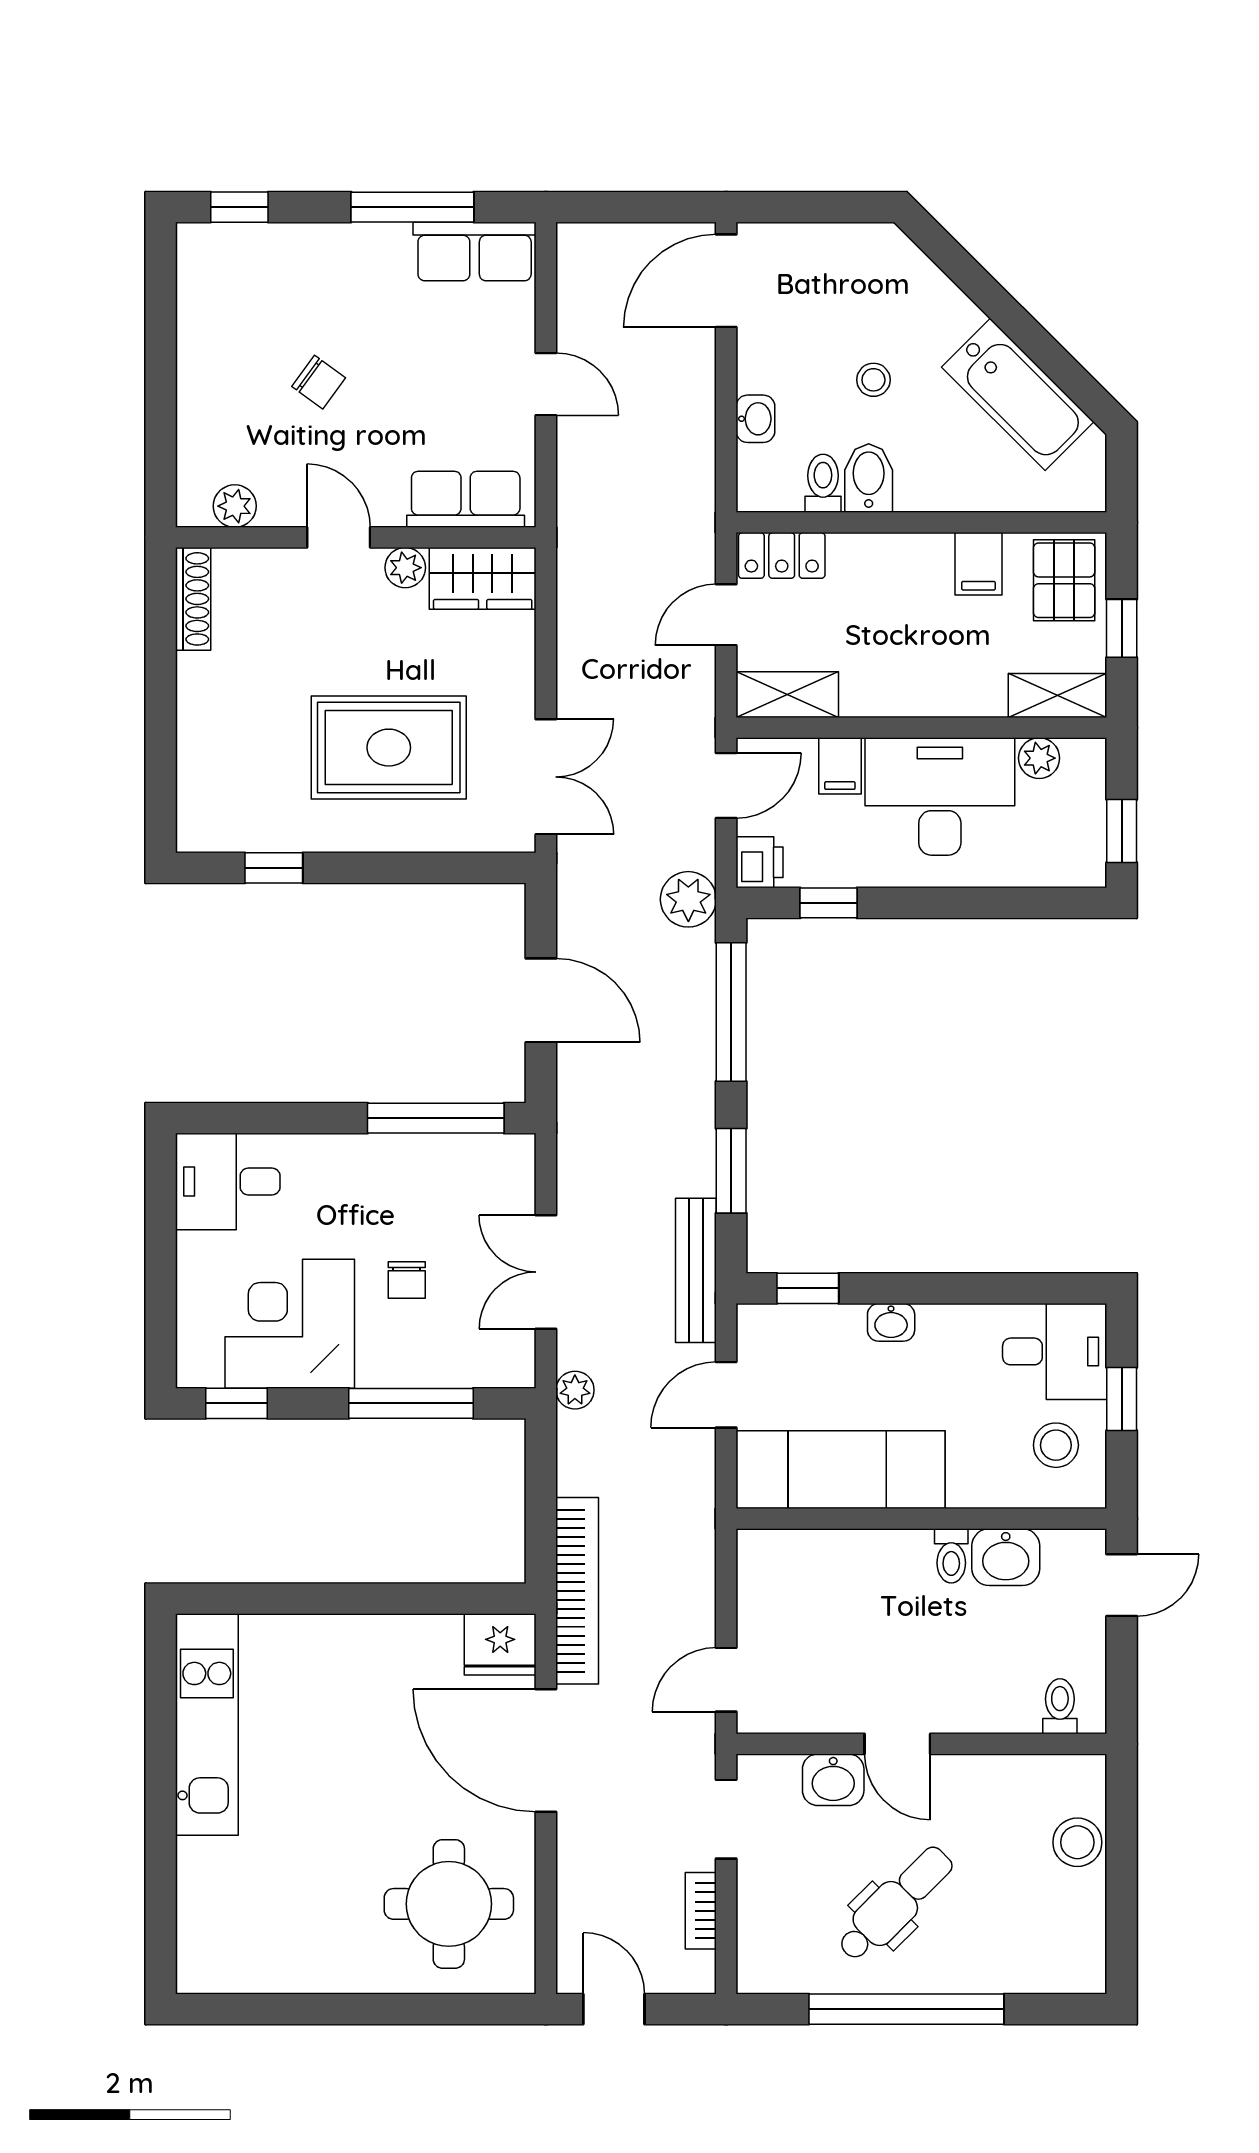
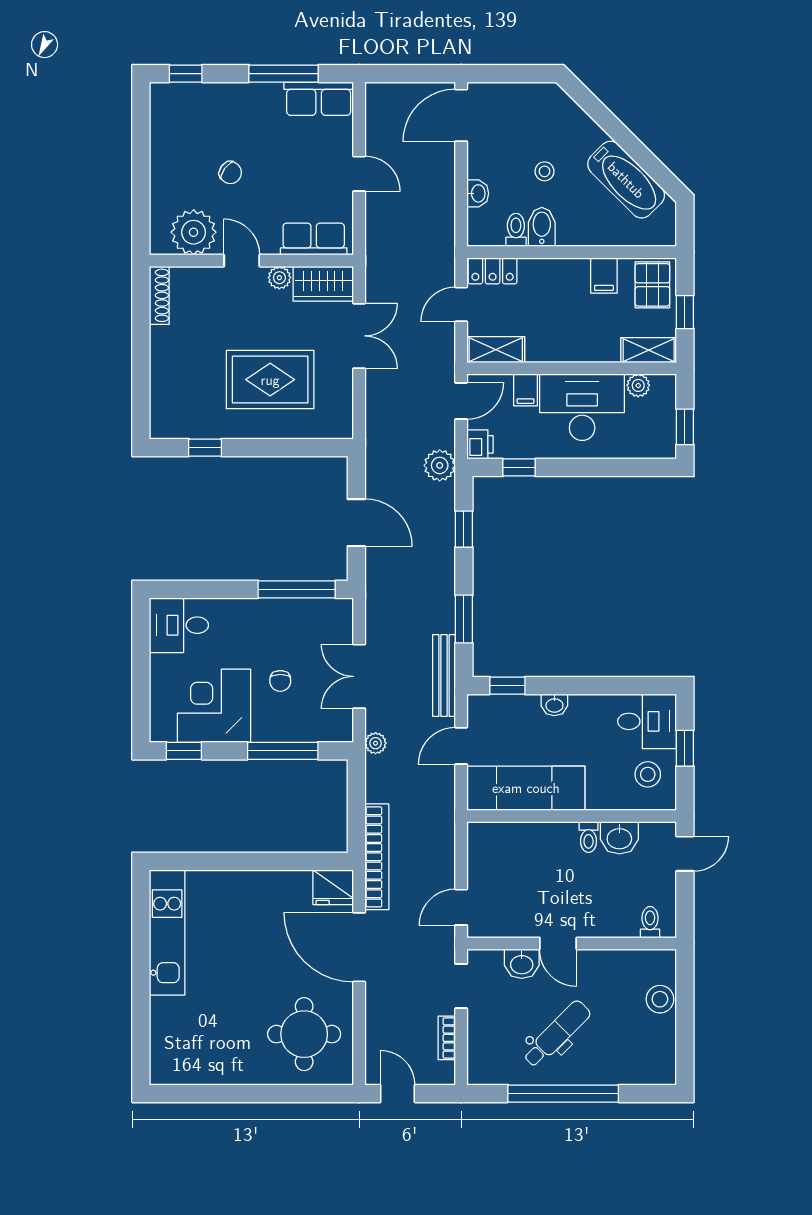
plant: (235, 506) -> (194, 232), width x1.88, depth x1.88
double door: (546, 777) -> (359, 336), moved
window: (731, 1012) -> (464, 529), width x0.46

